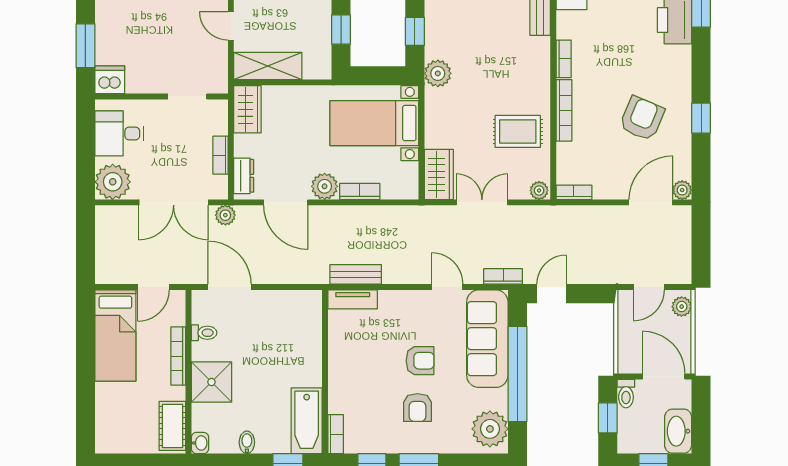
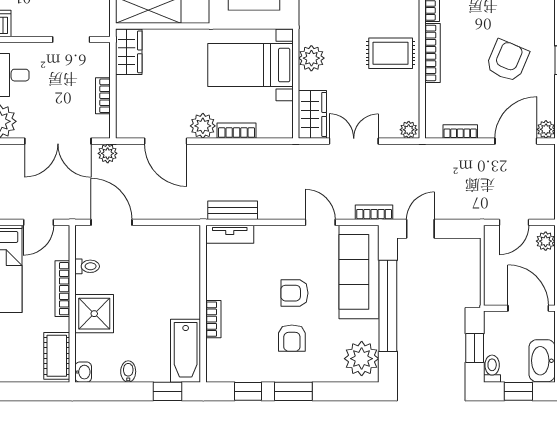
plant: (438, 73) -> (311, 58), moved
rug: (518, 131) -> (391, 53), moved
dresser: (244, 176) -> (125, 116), removed
bookcase: (574, 192) -> (460, 132), moved
armchair: (420, 361) -> (294, 293), turned 180
toilet: (626, 394) -> (492, 369), moved, turned 180
bookcase: (336, 434) -> (213, 319), moved

